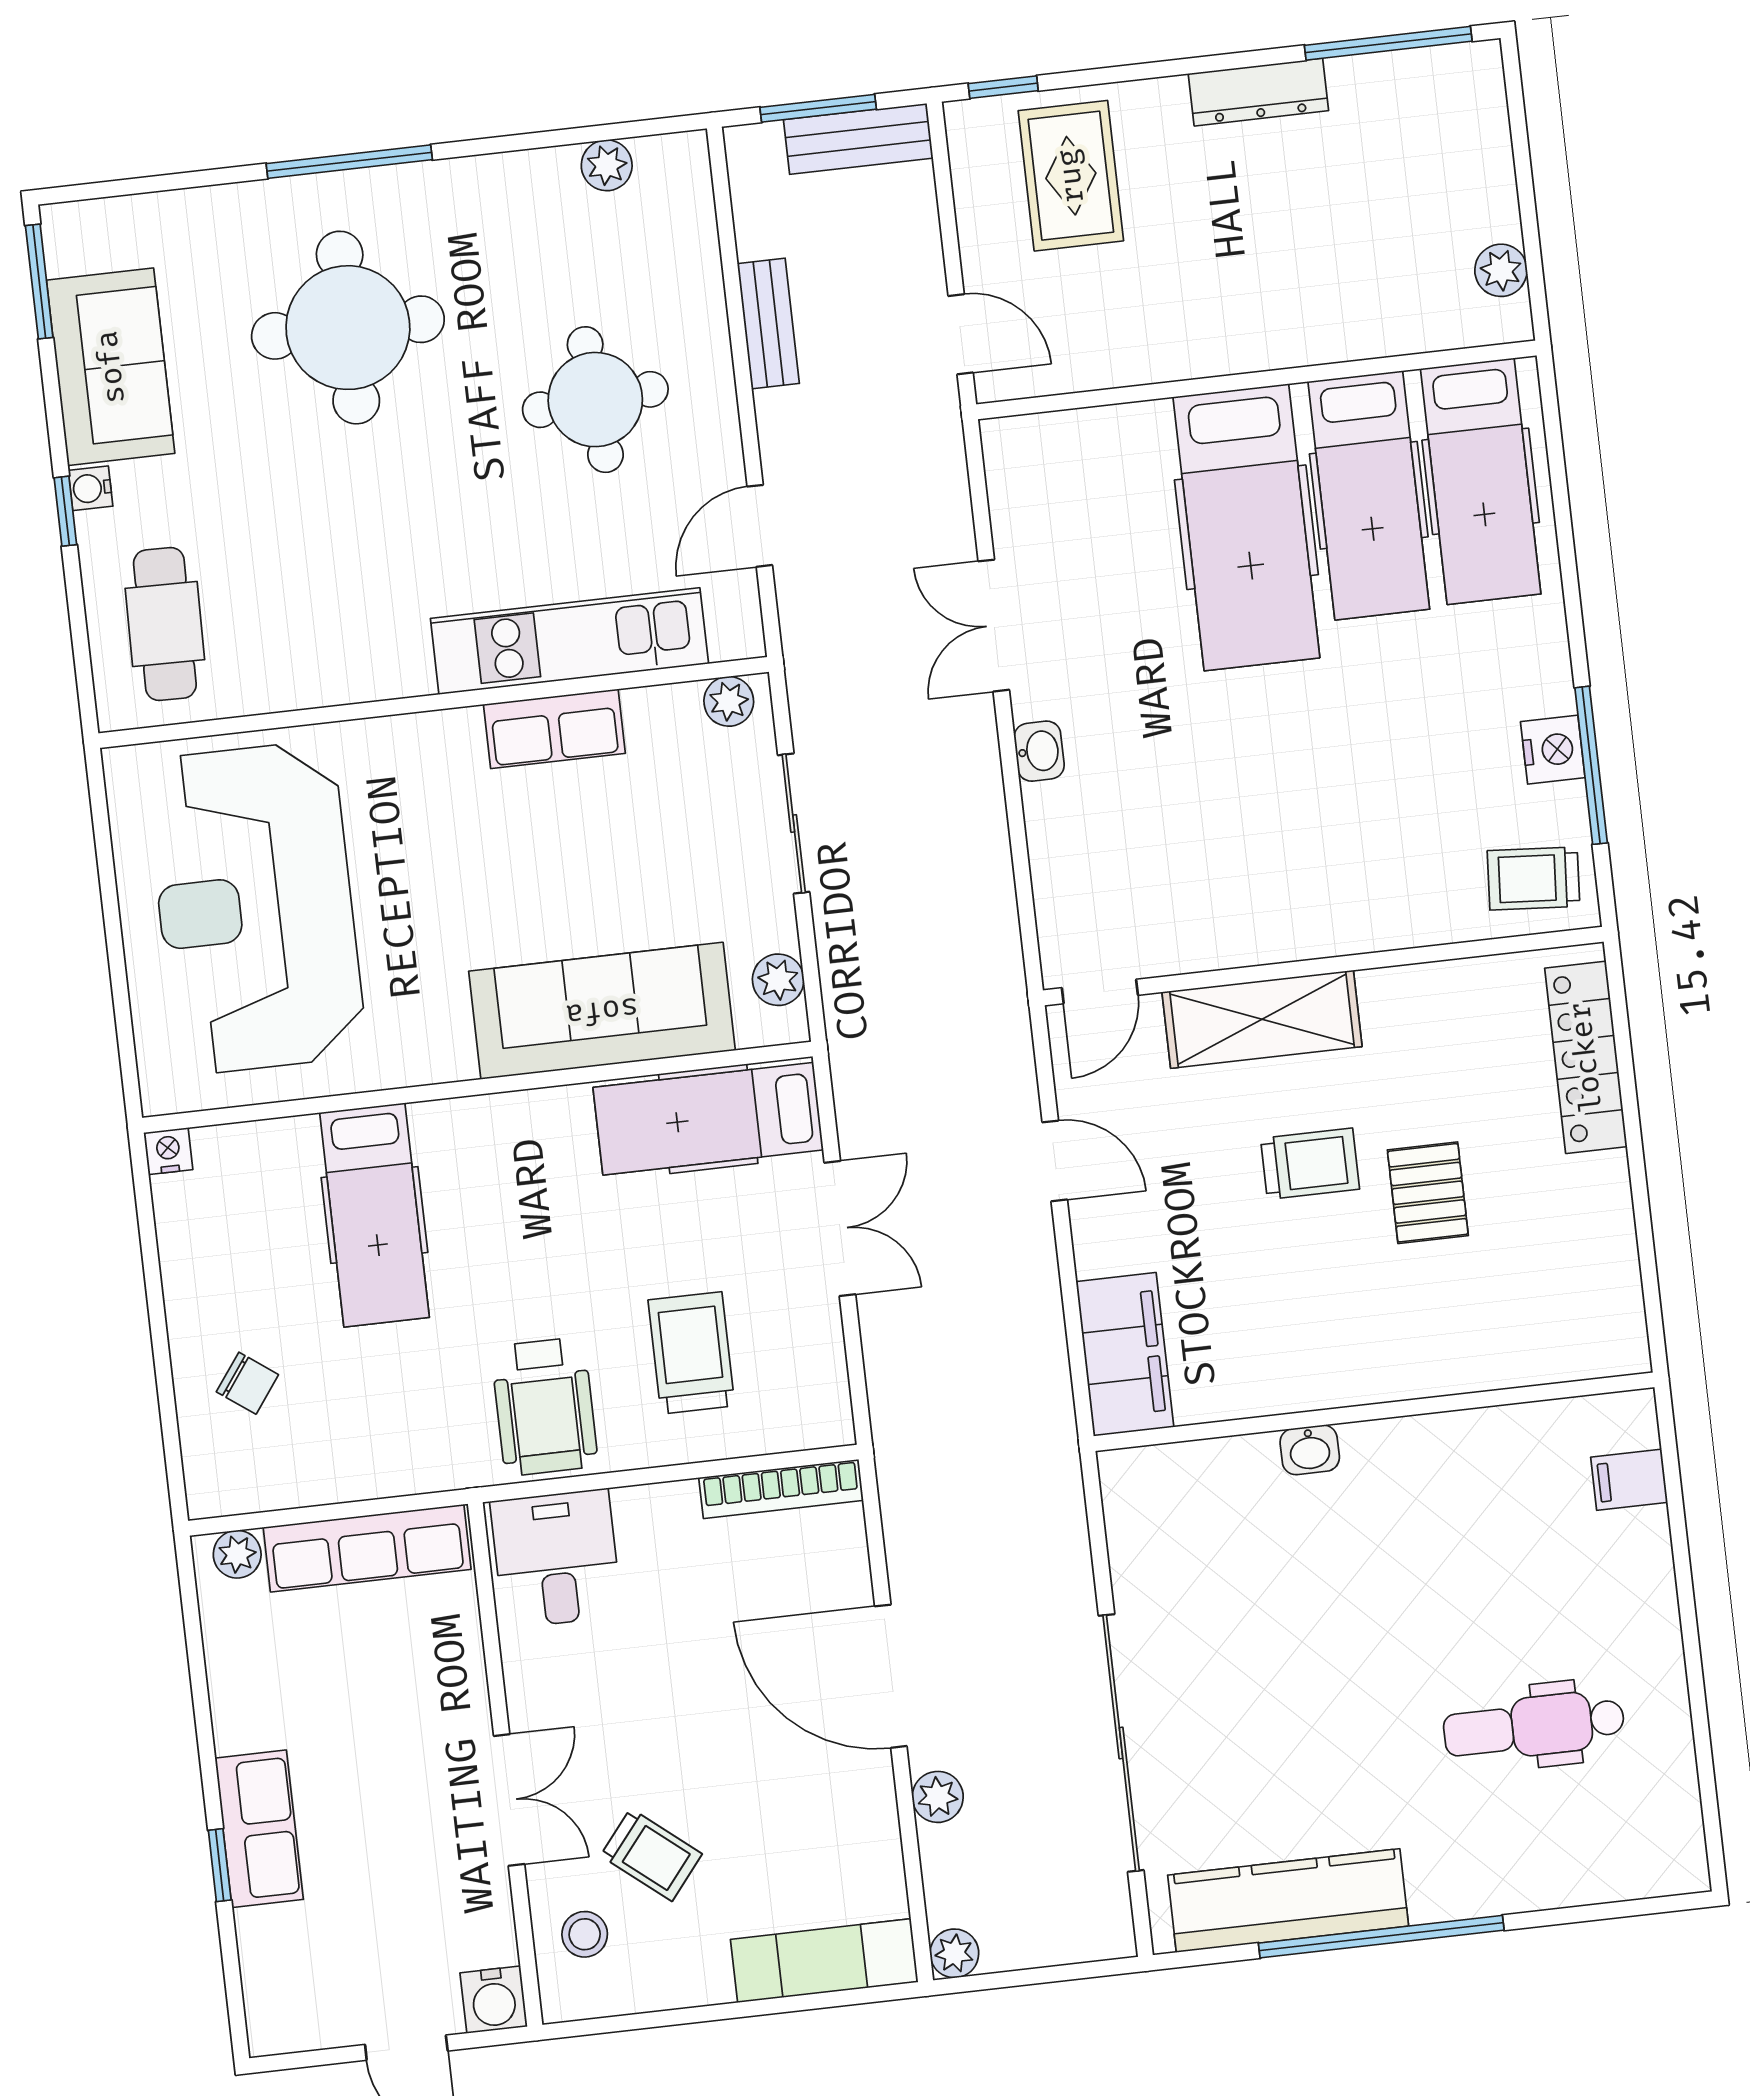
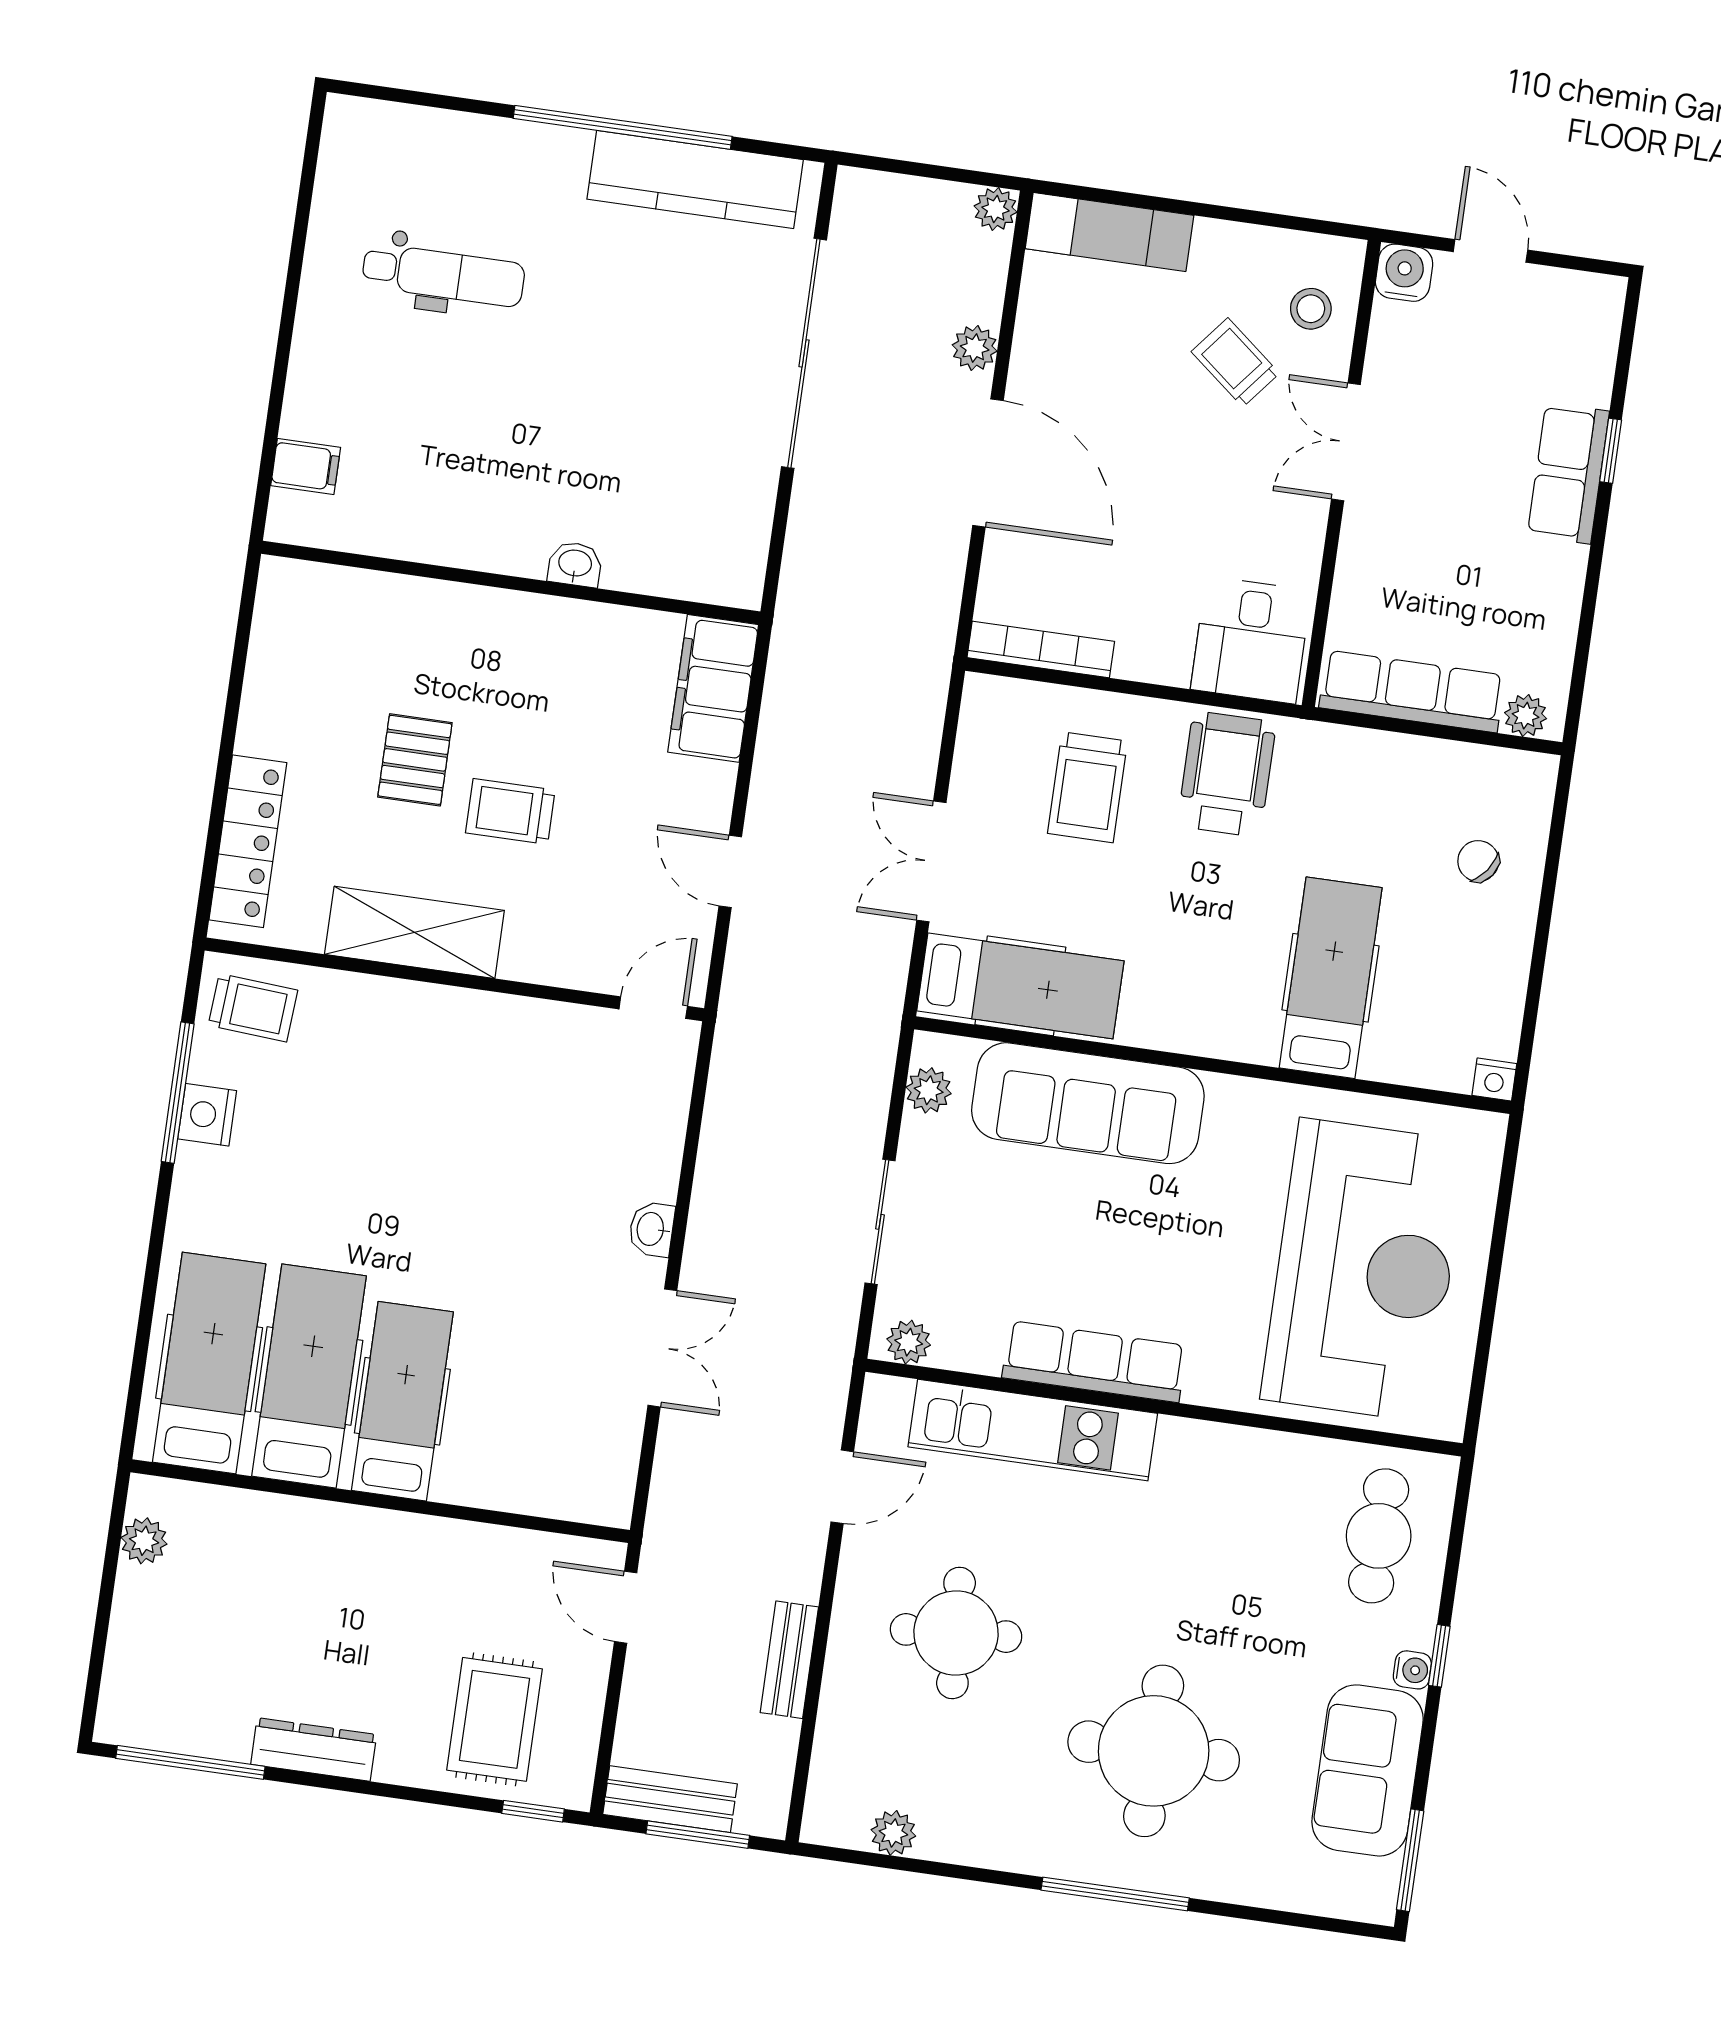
hospital bed: (1246, 527) -> (402, 1401), width x0.73, depth x0.78
row of seats: (554, 729) -> (1094, 1362), width x1.48
shelving: (1262, 1019) -> (414, 932), moved

